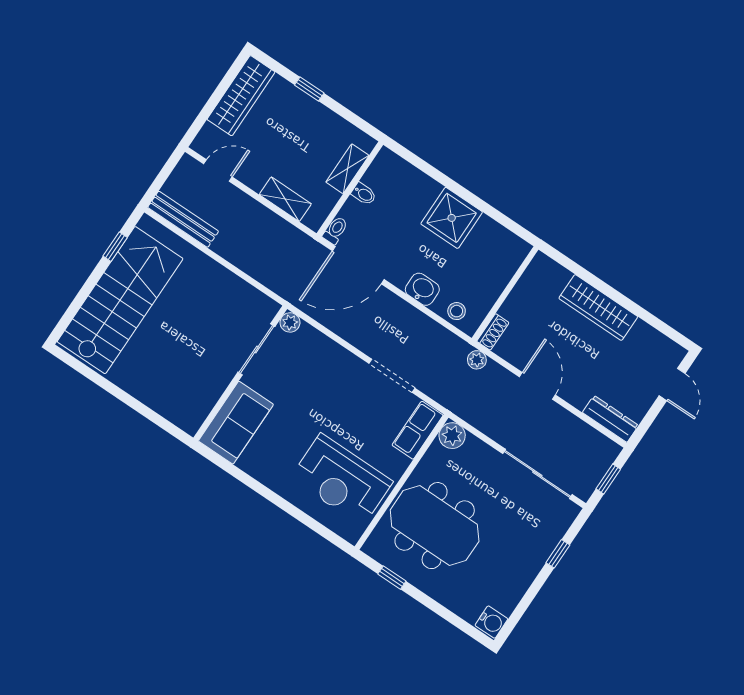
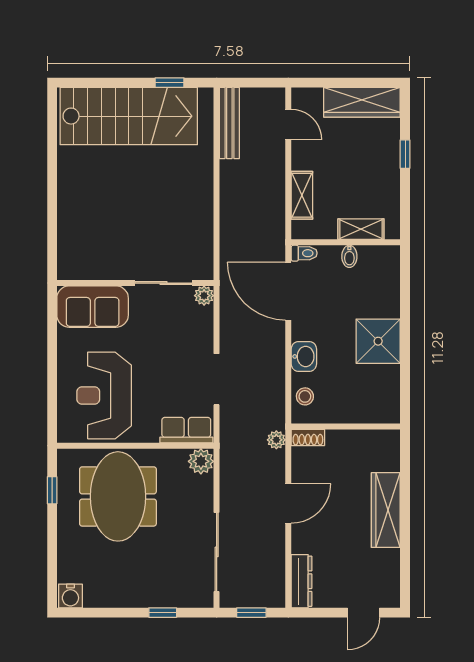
plant: (290, 322) -> (204, 296), moved
sliding door: (256, 349) -> (164, 283), moved
wall: (240, 373) -> (135, 283), moved
sofa: (236, 423) -> (93, 307), moved

